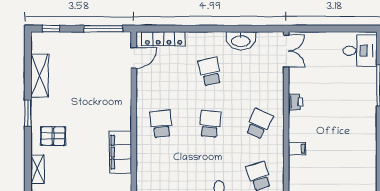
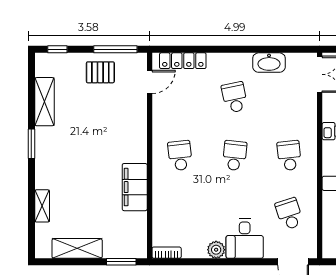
school desk: (259, 124) -> (289, 156), turned -30
pallet: (53, 136) -> (100, 72), moved

